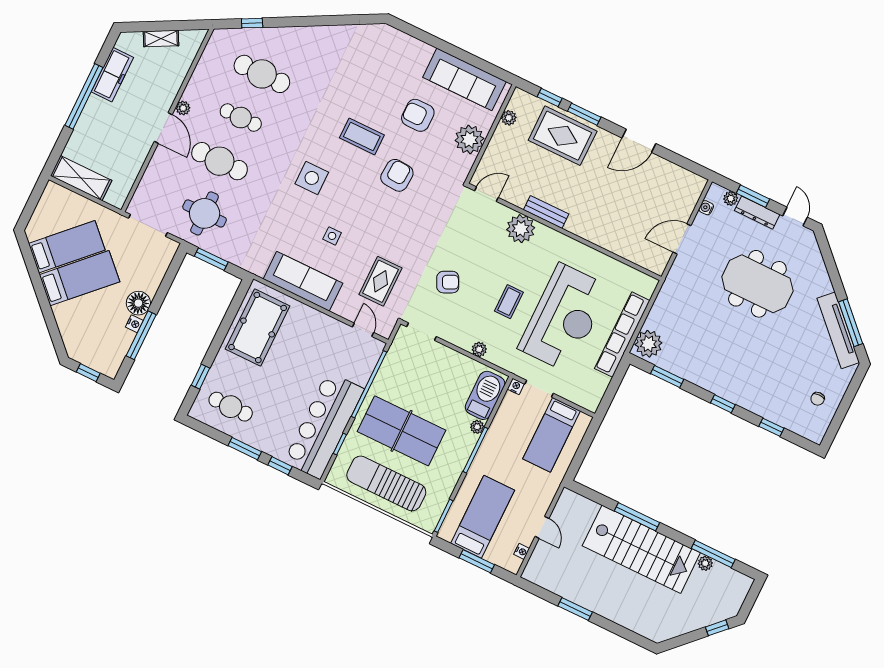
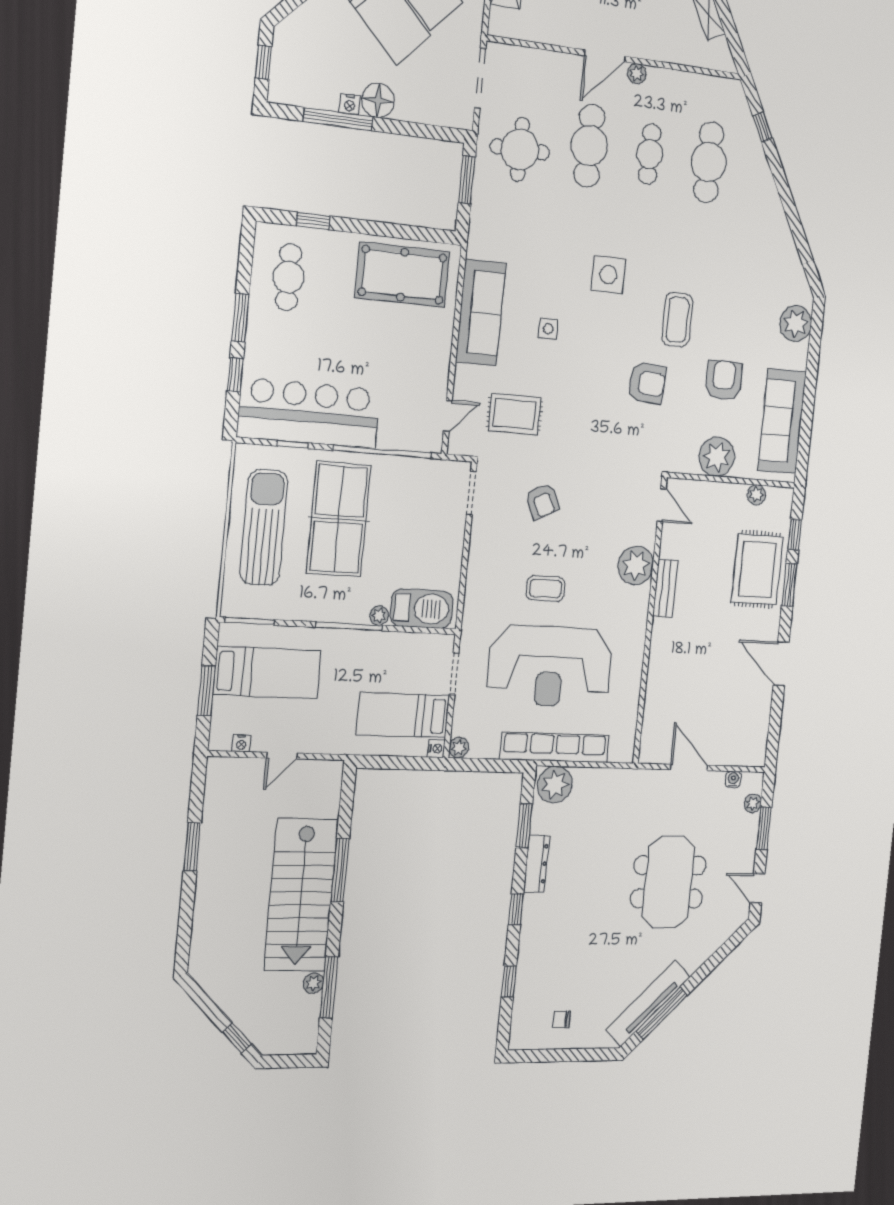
plant: (399, 44) -> (796, 323), added
dresser: (757, 213) -> (537, 864), moved, turned 180
door: (795, 217) -> (757, 888), swing flipped
plant: (479, 349) -> (459, 748), moved
nightstand: (516, 386) -> (436, 749), moved

